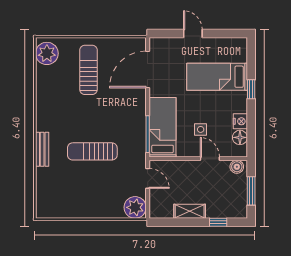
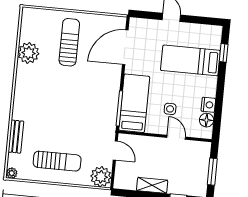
plant: (47, 53) -> (28, 53), moved
window: (251, 89) -> (224, 53), moved
bench: (42, 149) -> (16, 137), moved
sun lounger: (92, 151) -> (57, 161), moved, turned 180
boiler: (237, 167) -> (201, 148), removed
plant: (41, 213) -> (12, 173), added

